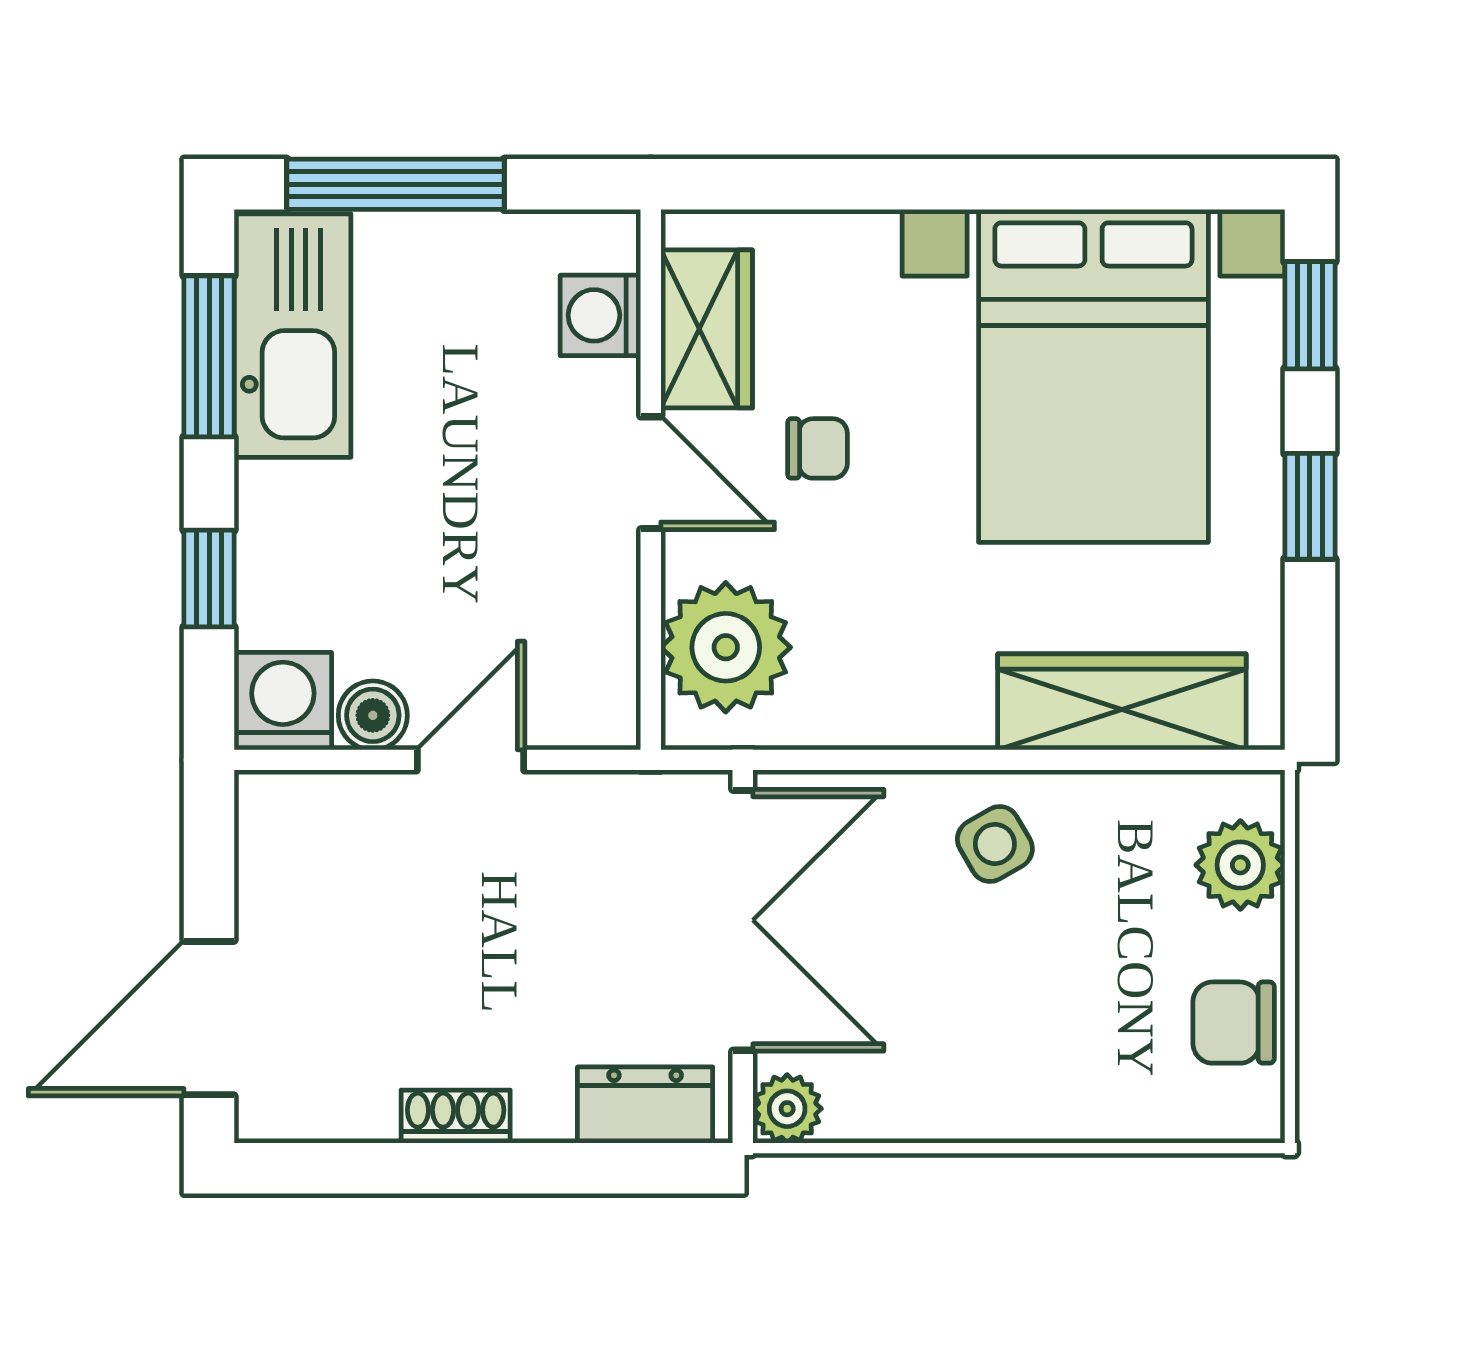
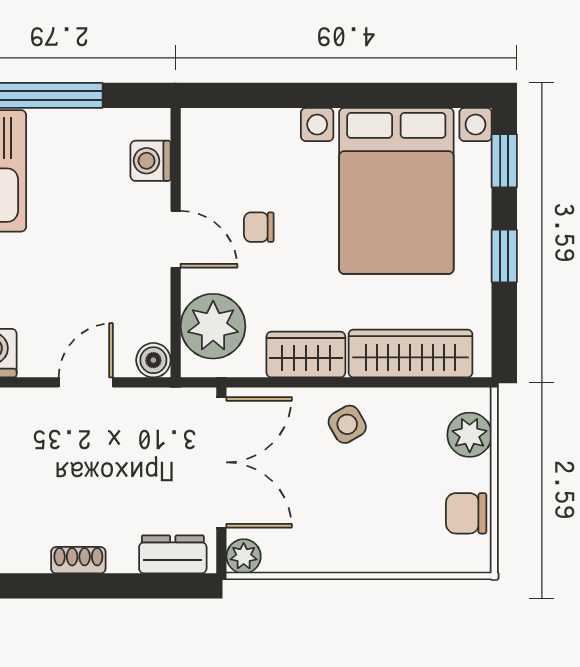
wardrobe: (707, 329) -> (306, 355), moved, turned -90
chair: (818, 448) -> (259, 227), turned 180
boiler: (373, 715) -> (153, 360), moved

